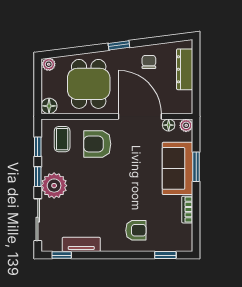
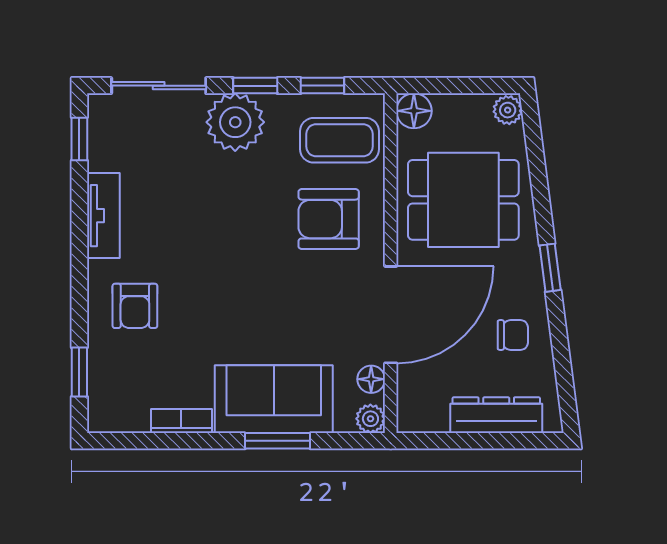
coffee table: (62, 139) -> (340, 140), width x1.36, depth x1.30
armchair: (97, 144) -> (329, 219), turned -90
tv unit: (81, 244) -> (103, 216), moved

